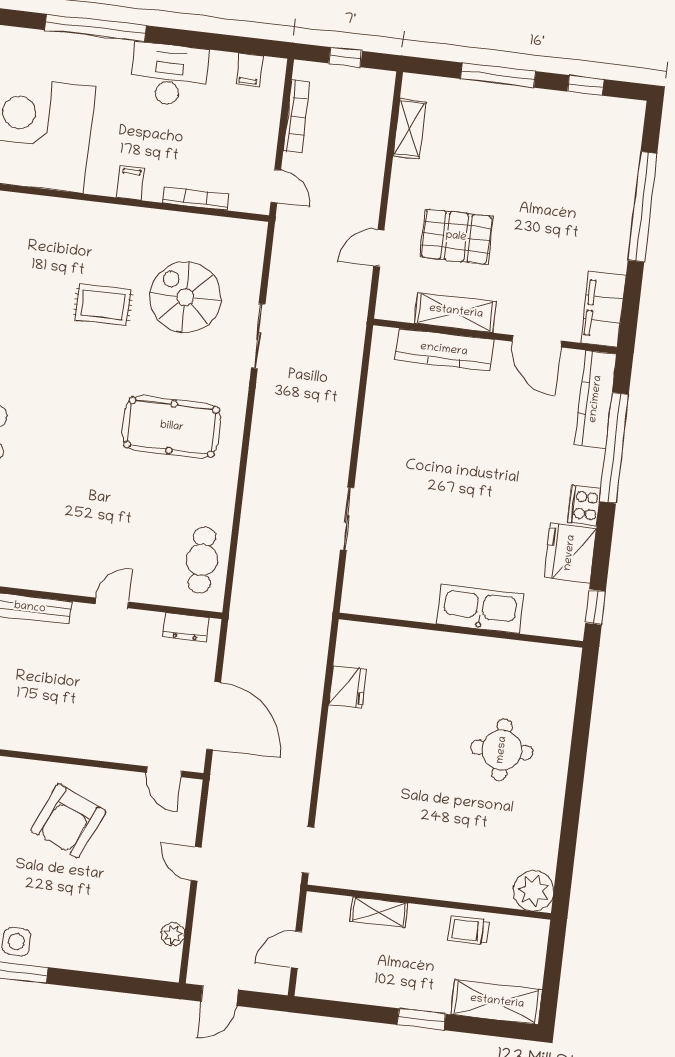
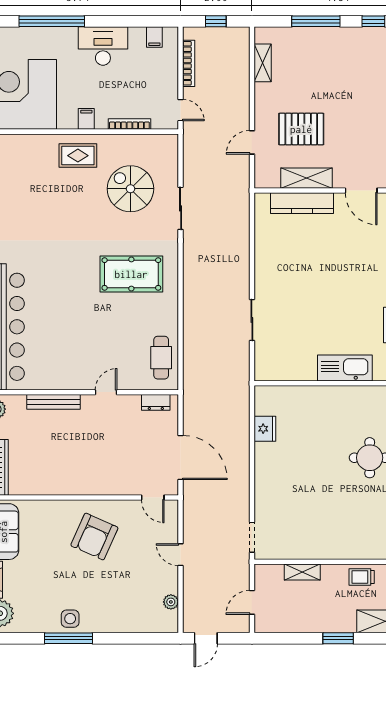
rug: (103, 305) -> (78, 156), moved

